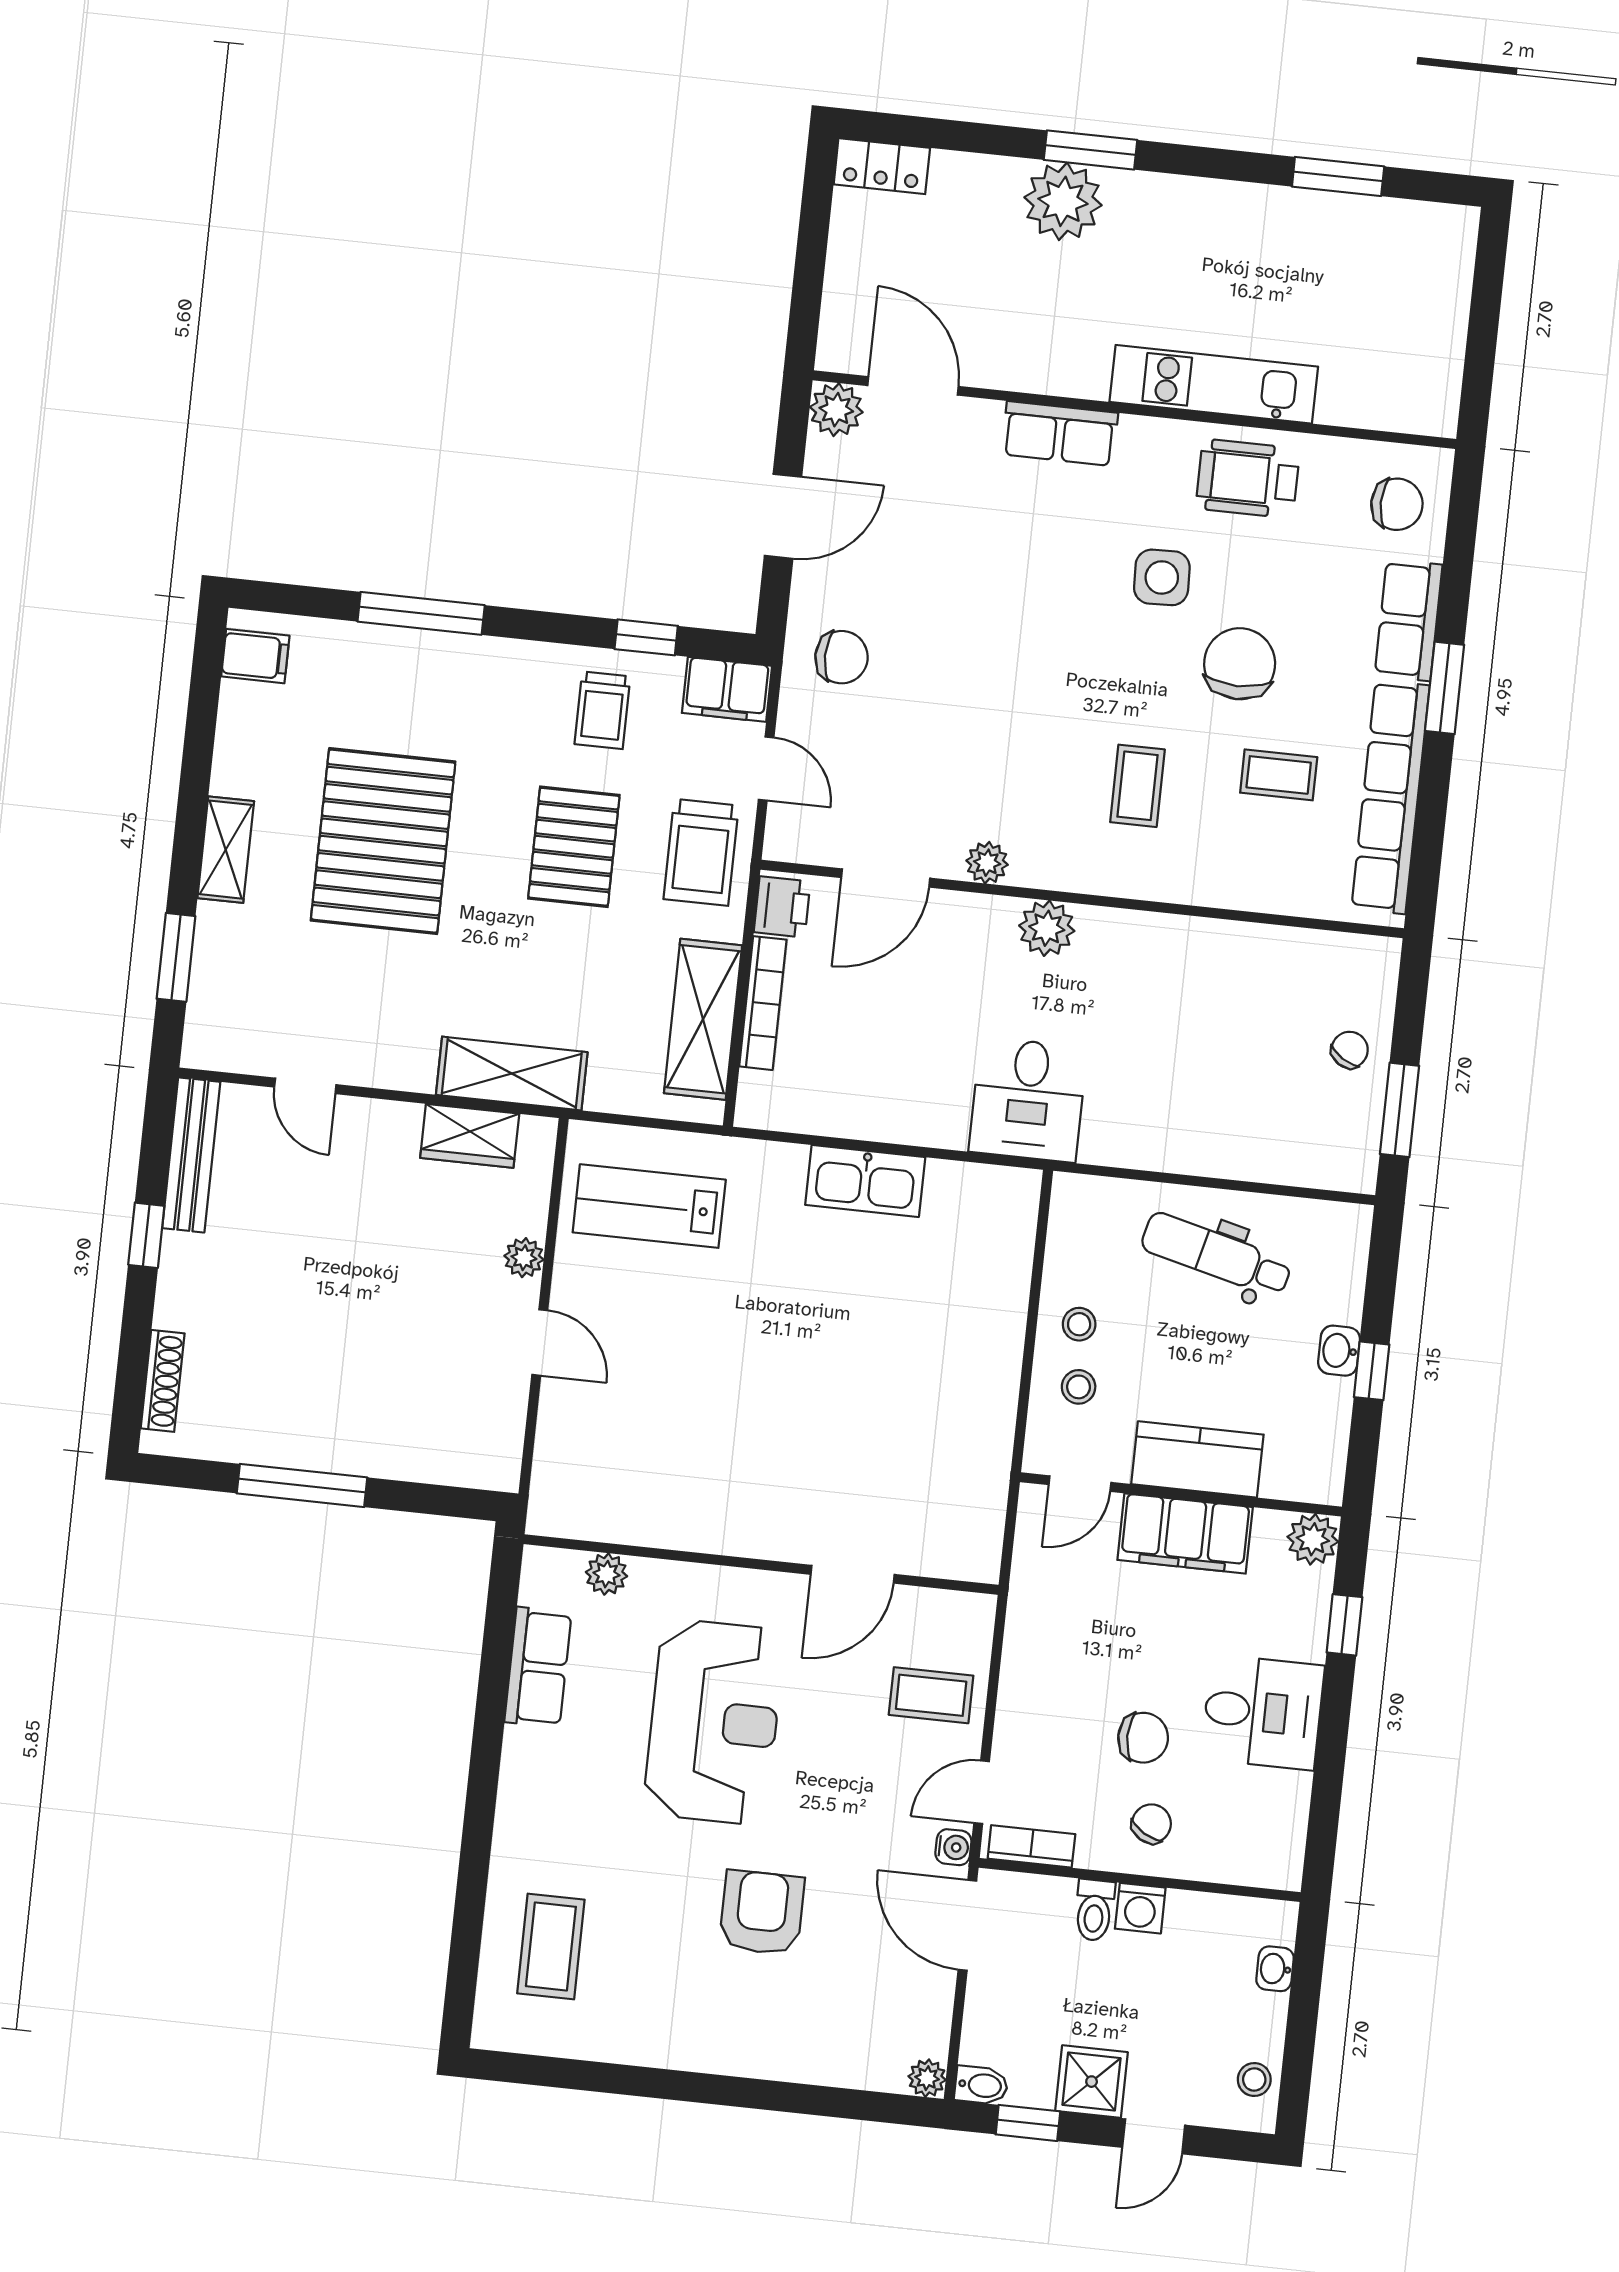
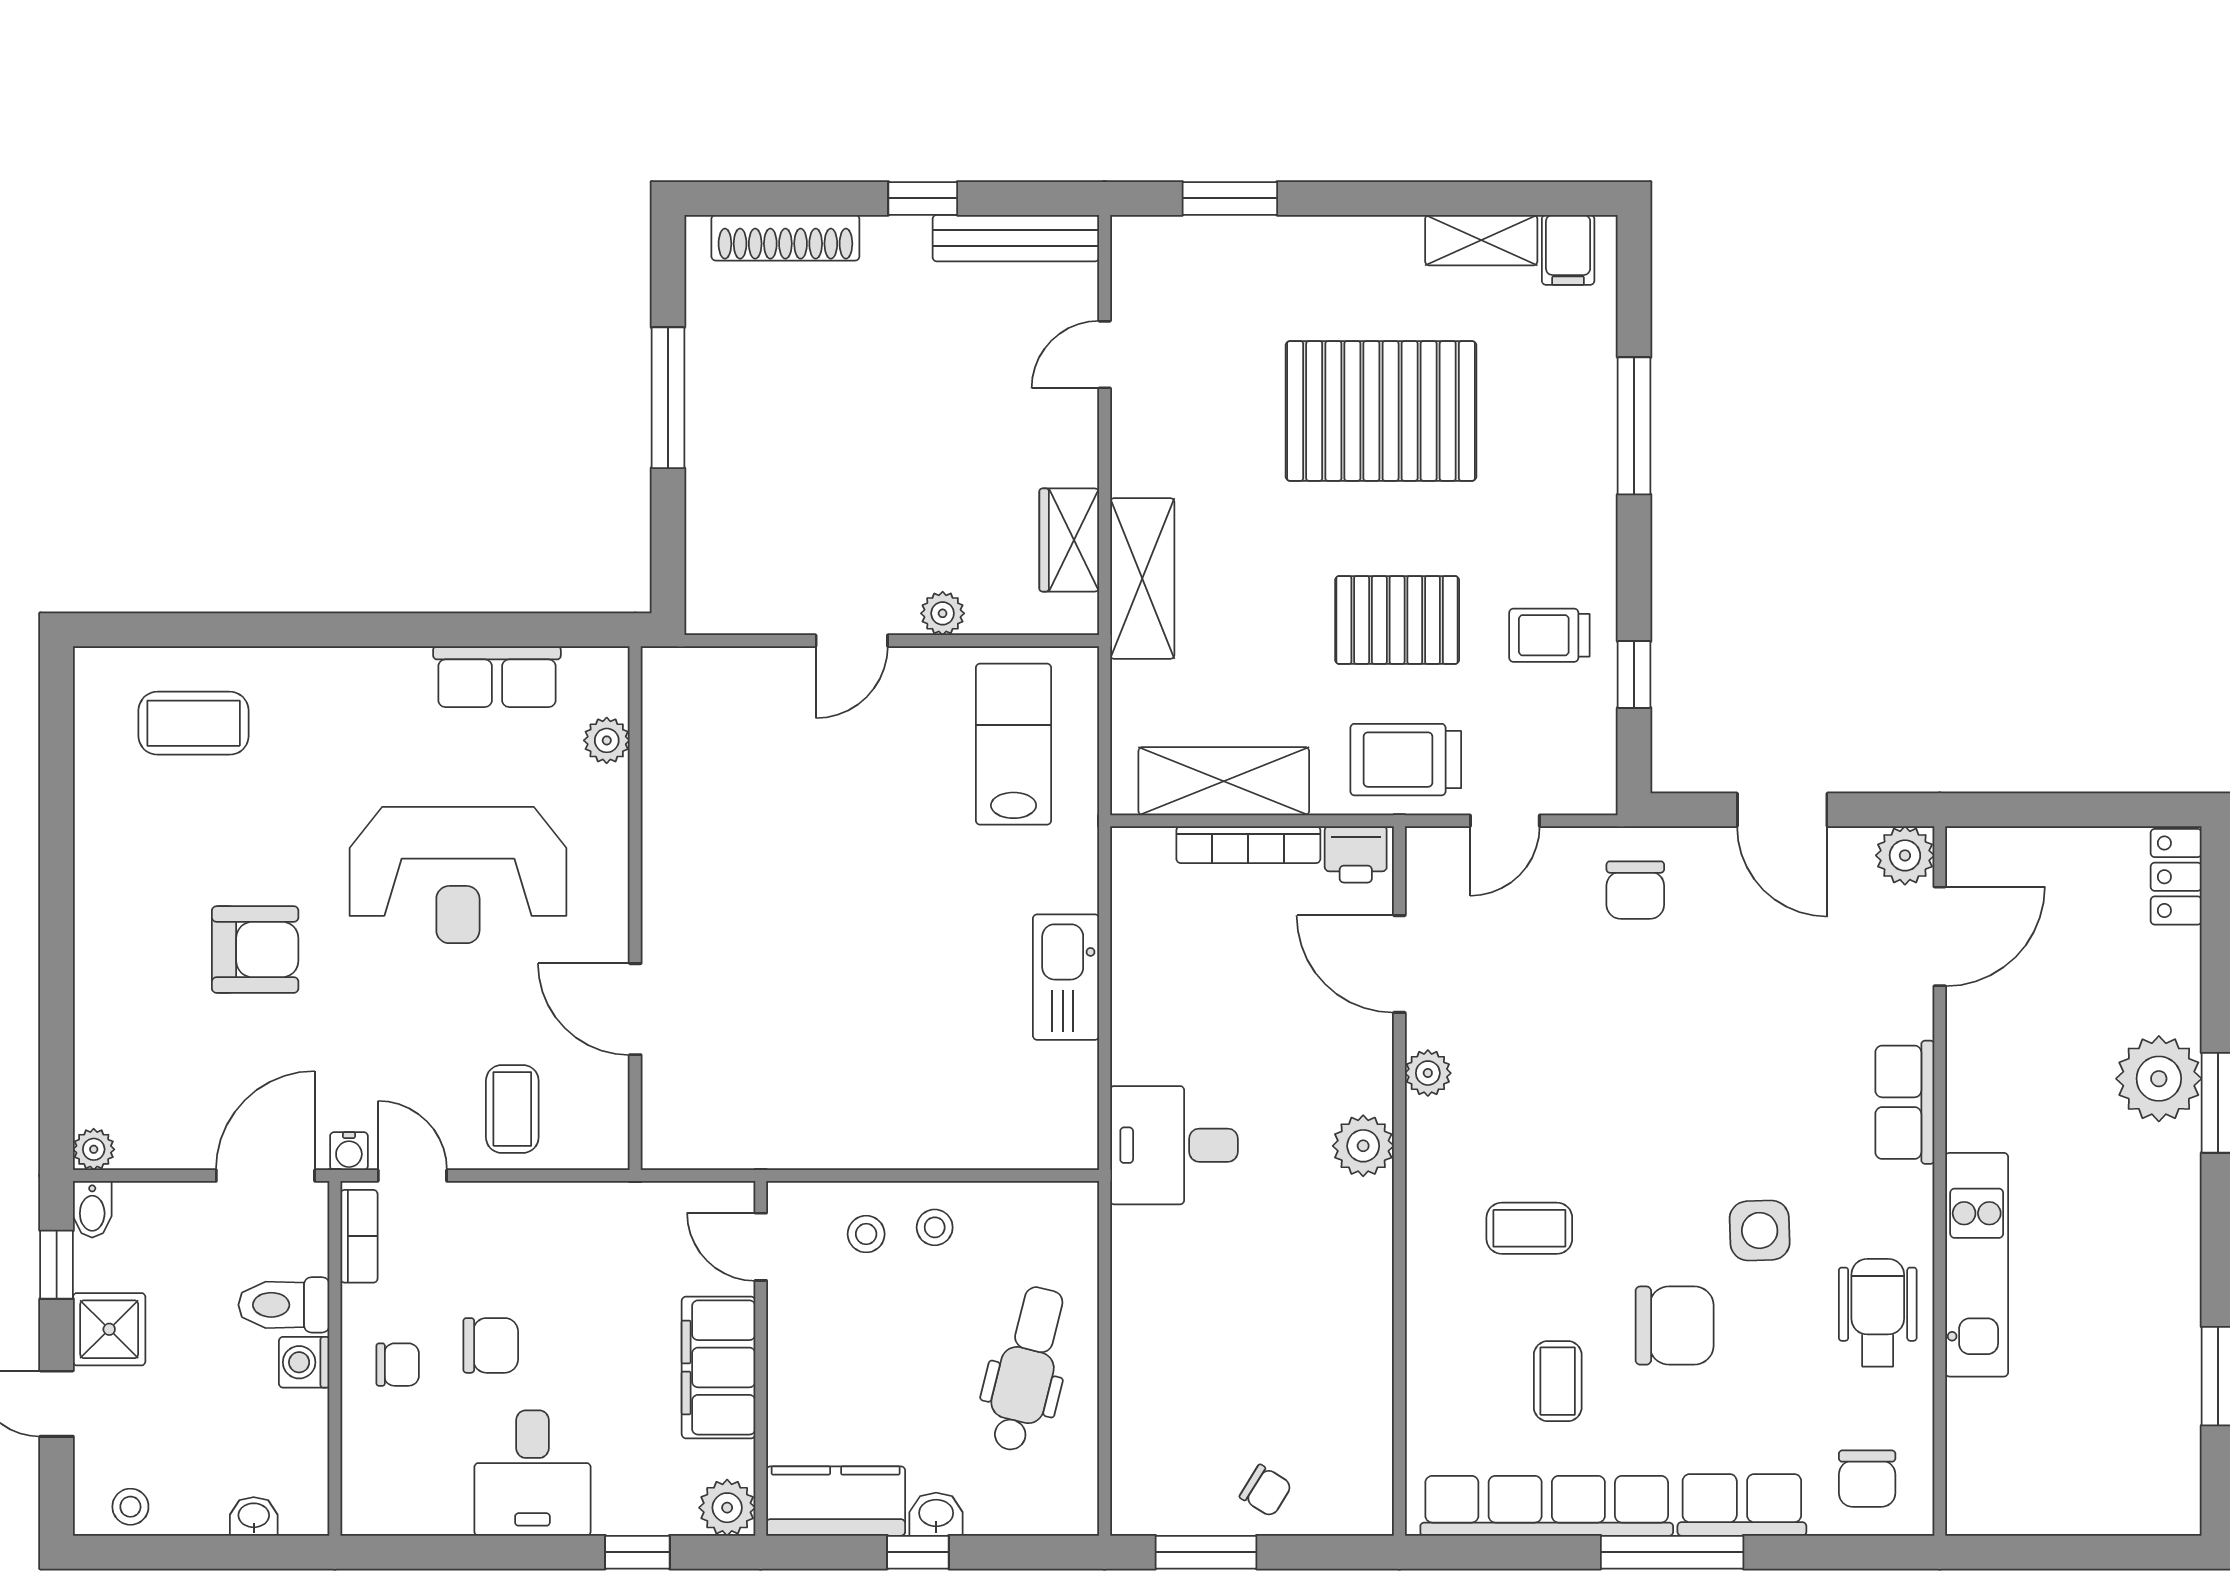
window: (1445, 688) -> (1672, 1552), width x1.44
filing cabinet: (727, 689) -> (1587, 769), removed
shelving: (226, 850) -> (1481, 240), moved
shoe rack: (163, 1381) -> (785, 238), width x1.36, depth x1.24
kitchen counter: (1197, 1459) -> (836, 1501), moved, turned -90
chair: (1143, 1738) -> (491, 1345), turned -90
chair: (1151, 1824) -> (398, 1365), turned -30
toilet: (1094, 1910) -> (284, 1305), width x1.37, depth x1.39

